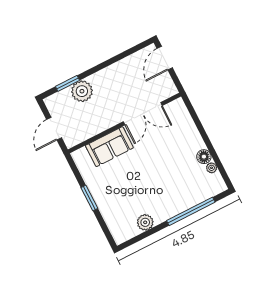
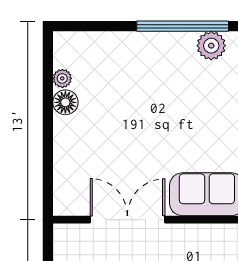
window: (191, 211) -> (183, 26), moved

